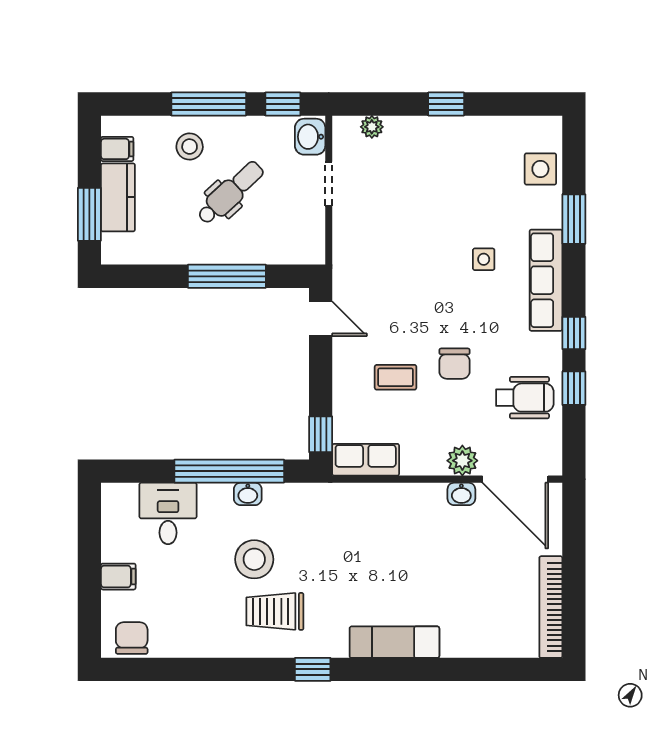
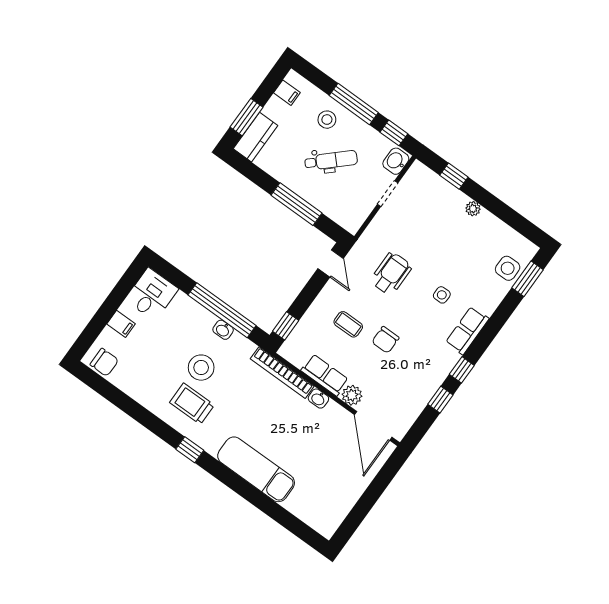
window: (446, 104) -> (454, 176), moved
plant: (372, 127) -> (473, 209), moved
kitchen counter: (118, 197) -> (255, 137), moved
window: (574, 219) -> (527, 279), moved
row of seats: (546, 280) -> (467, 330), width x0.68
wheelchair: (525, 398) -> (391, 274), moved, turned -90
row of seats: (366, 460) -> (325, 375), moved
washbasin: (461, 494) -> (318, 399), moved
desk: (168, 513) -> (152, 294), moved
bookcase: (551, 607) -> (282, 373), moved, turned -90
chair: (132, 638) -> (104, 362), turned 90
exam couch: (394, 642) -> (256, 469), width x1.36, depth x1.45

